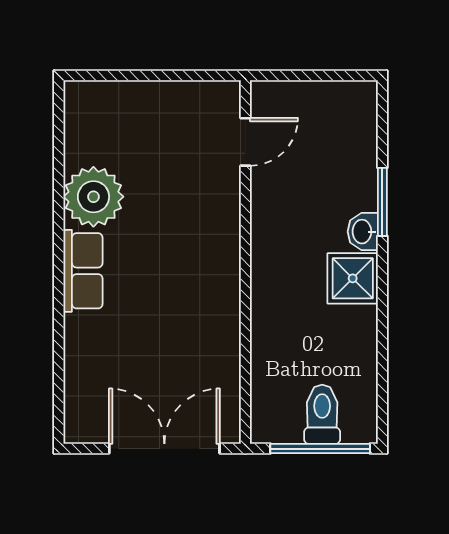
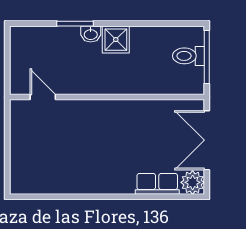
plant: (93, 197) -> (193, 182), moved, width x0.73, depth x0.73
row of seats: (83, 271) -> (157, 184), moved

